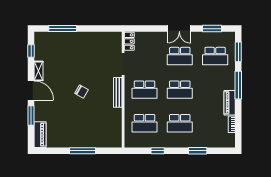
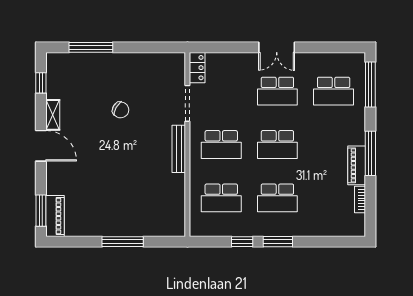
window: (212, 29) -> (329, 47), removed
window: (238, 52) -> (370, 84), width x1.44
window: (238, 85) -> (370, 153), moved
chair: (81, 92) -> (121, 110), moved
window: (31, 115) -> (41, 211), moved
window: (198, 151) -> (278, 242), moved

